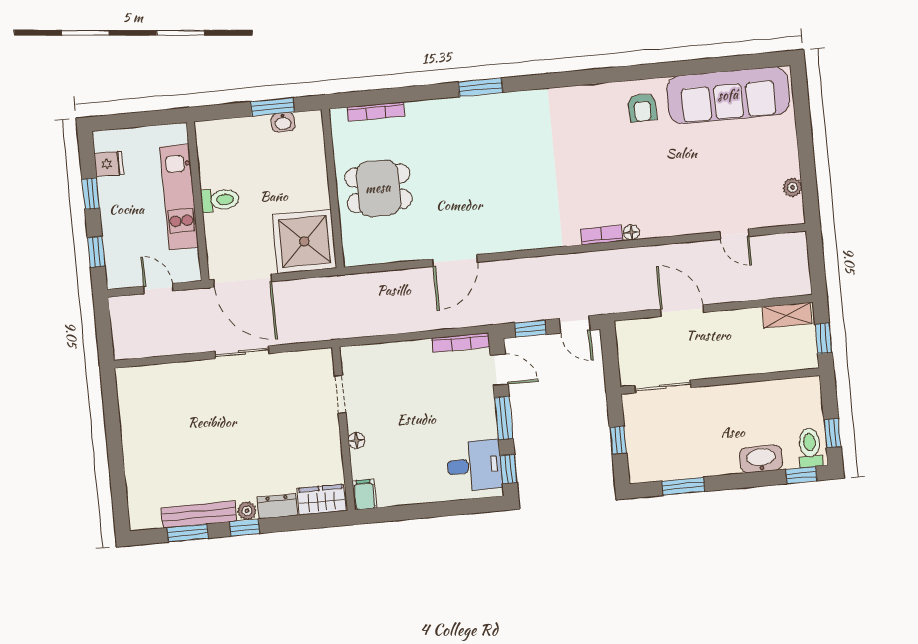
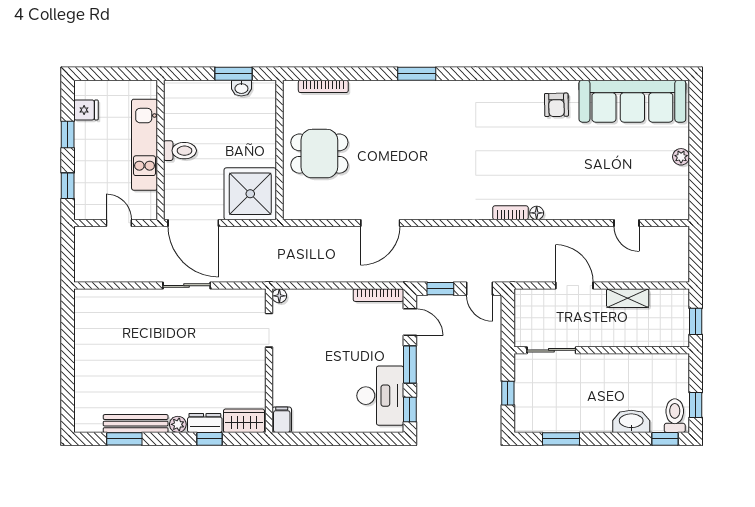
plant: (793, 187) -> (681, 157), moved
shelving: (787, 315) -> (628, 298), moved
floor lamp: (356, 441) -> (279, 296), moved
desk: (474, 466) -> (380, 396), width x1.37
window: (245, 528) -> (210, 439), moved

